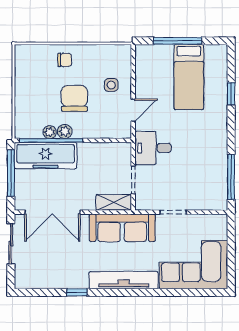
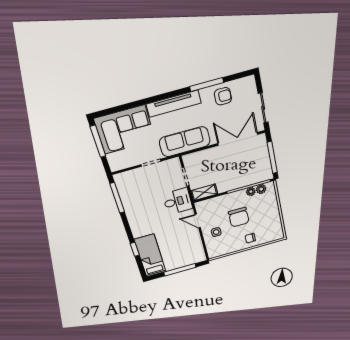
bed: (189, 77) -> (150, 256), moved
door: (133, 110) -> (198, 221), hinge flipped
plant: (65, 131) -> (261, 189), moved
freezer: (46, 156) -> (250, 176), removed
shelving: (114, 202) -> (204, 192), moved
window: (231, 259) -> (98, 141), added
armchair: (60, 273) -> (223, 96), added
window: (77, 292) -> (207, 84), width x2.17

